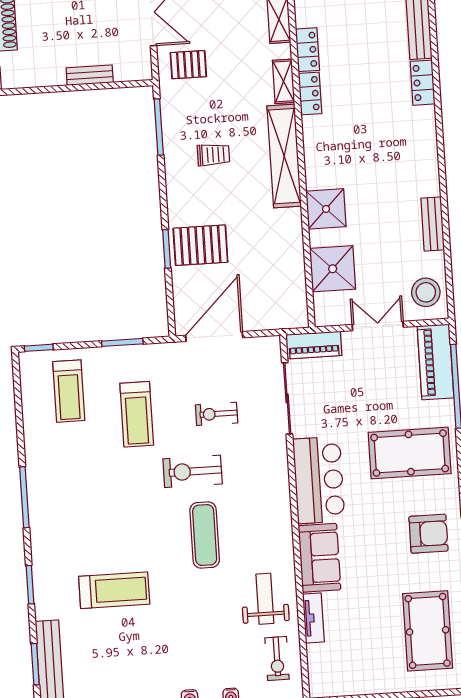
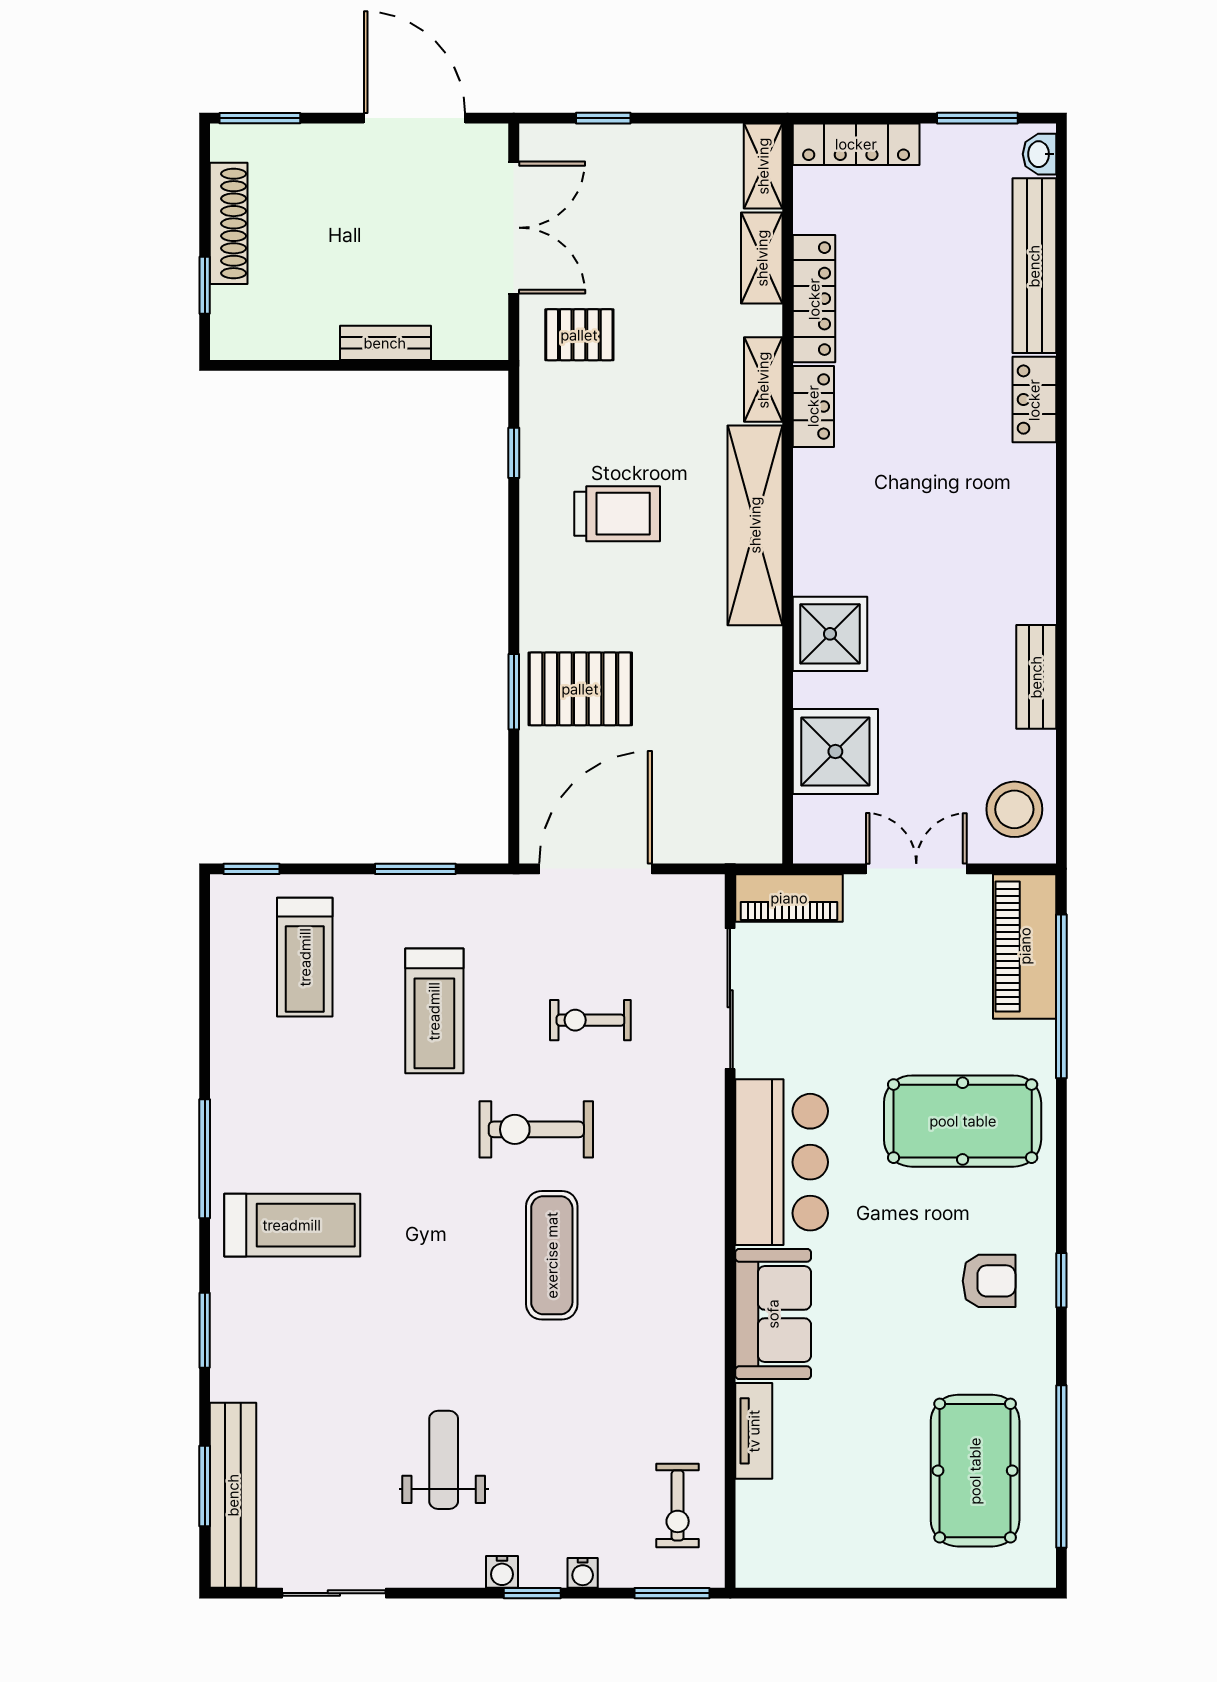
locker: (307, 50) -> (814, 299), width x1.53
window: (159, 127) -> (514, 453), width x0.46
trolley: (213, 155) -> (617, 514), width x1.36, depth x1.39
armchair: (428, 534) -> (989, 1281), width x0.72, depth x0.72
treadmill: (114, 590) -> (292, 1225), moved
weight bench: (265, 599) -> (444, 1460), moved

